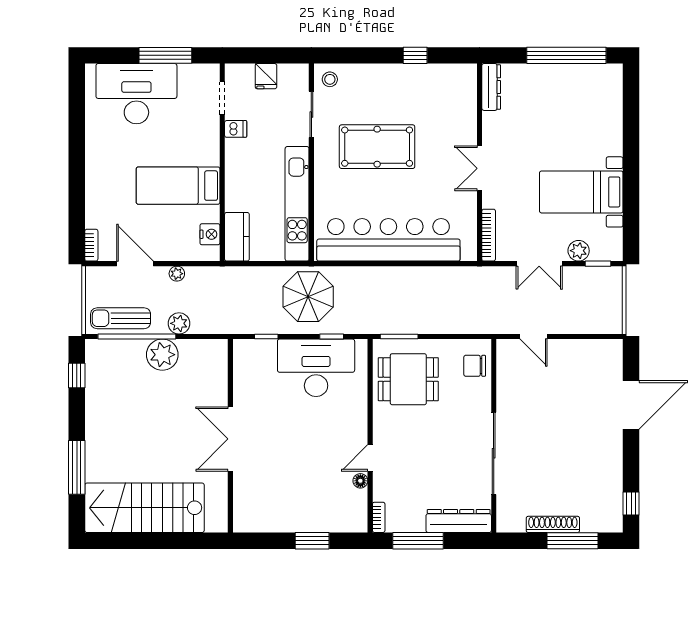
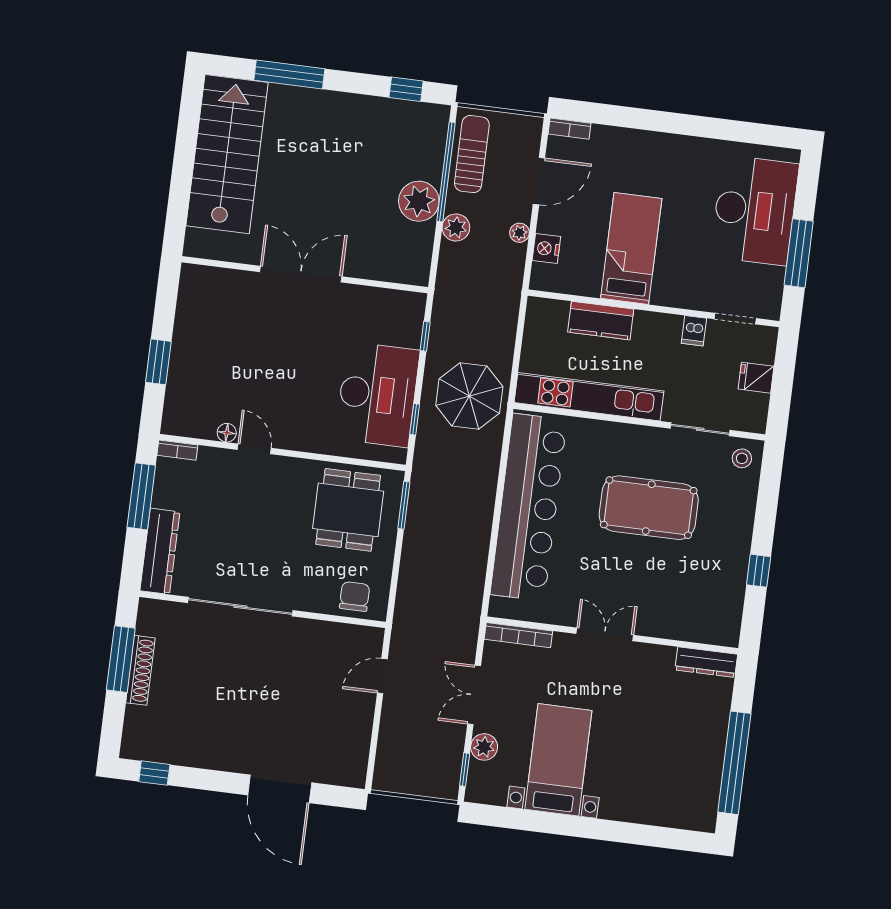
pool table: (377, 147) -> (649, 508), turned 90
nightstand: (210, 234) -> (546, 248), moved, turned 90
kitchen counter: (237, 237) -> (601, 321), moved
window: (572, 541) -> (121, 659), moved

